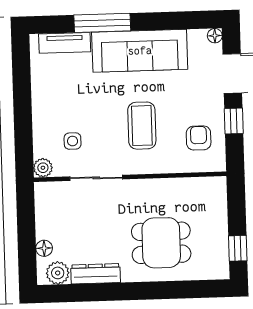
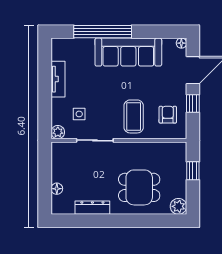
window: (102, 23) -> (103, 32), width x1.46
tv unit: (65, 43) -> (58, 79), moved, turned -90
coffee table: (142, 126) -> (134, 116), moved
window: (238, 248) -> (193, 171), moved
plant: (58, 273) -> (178, 206), moved

